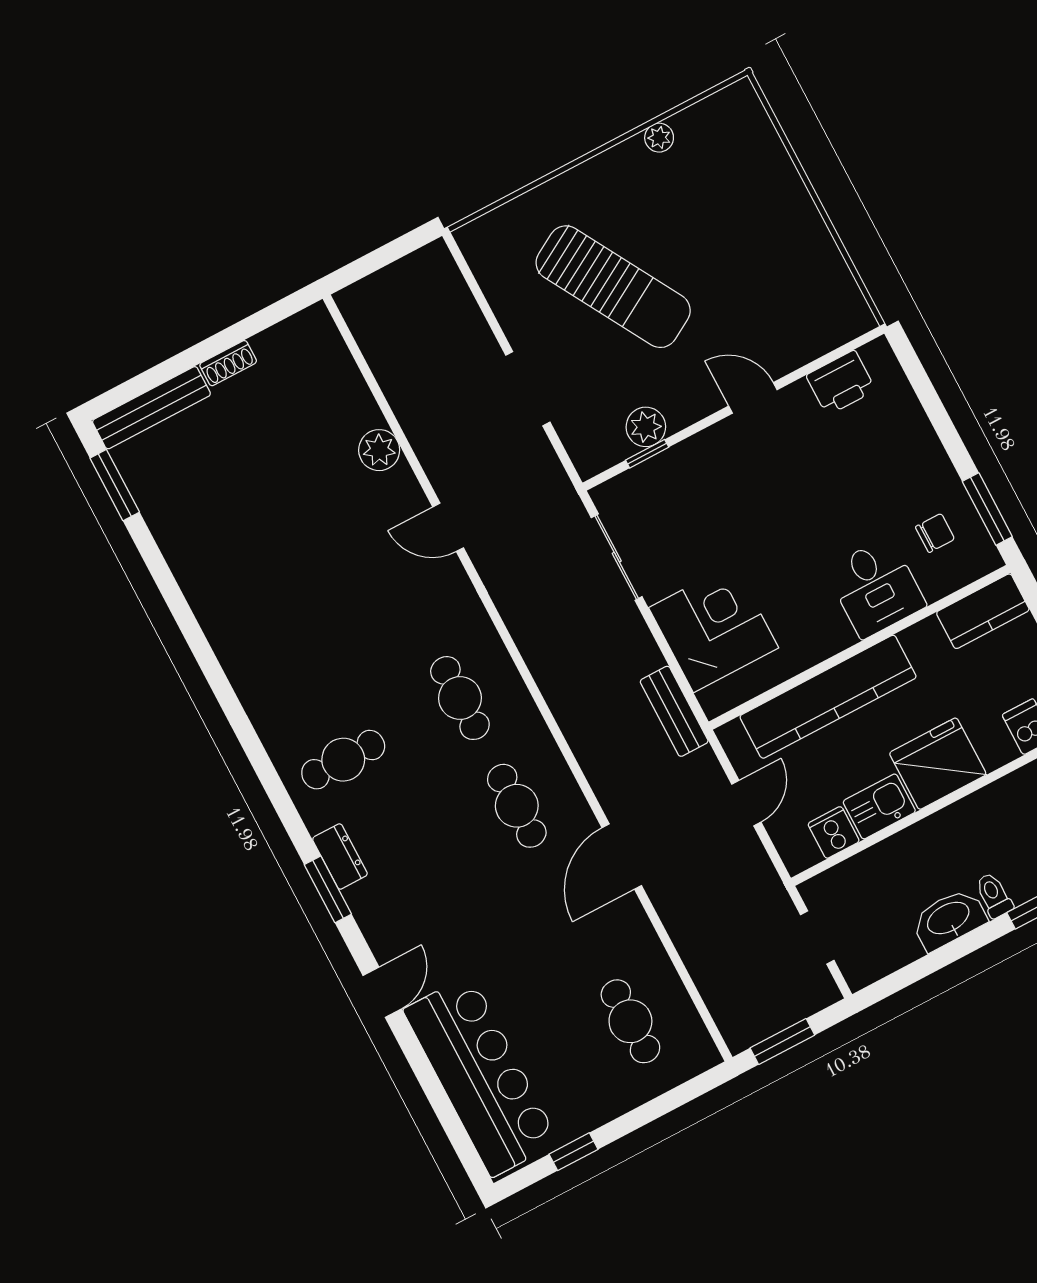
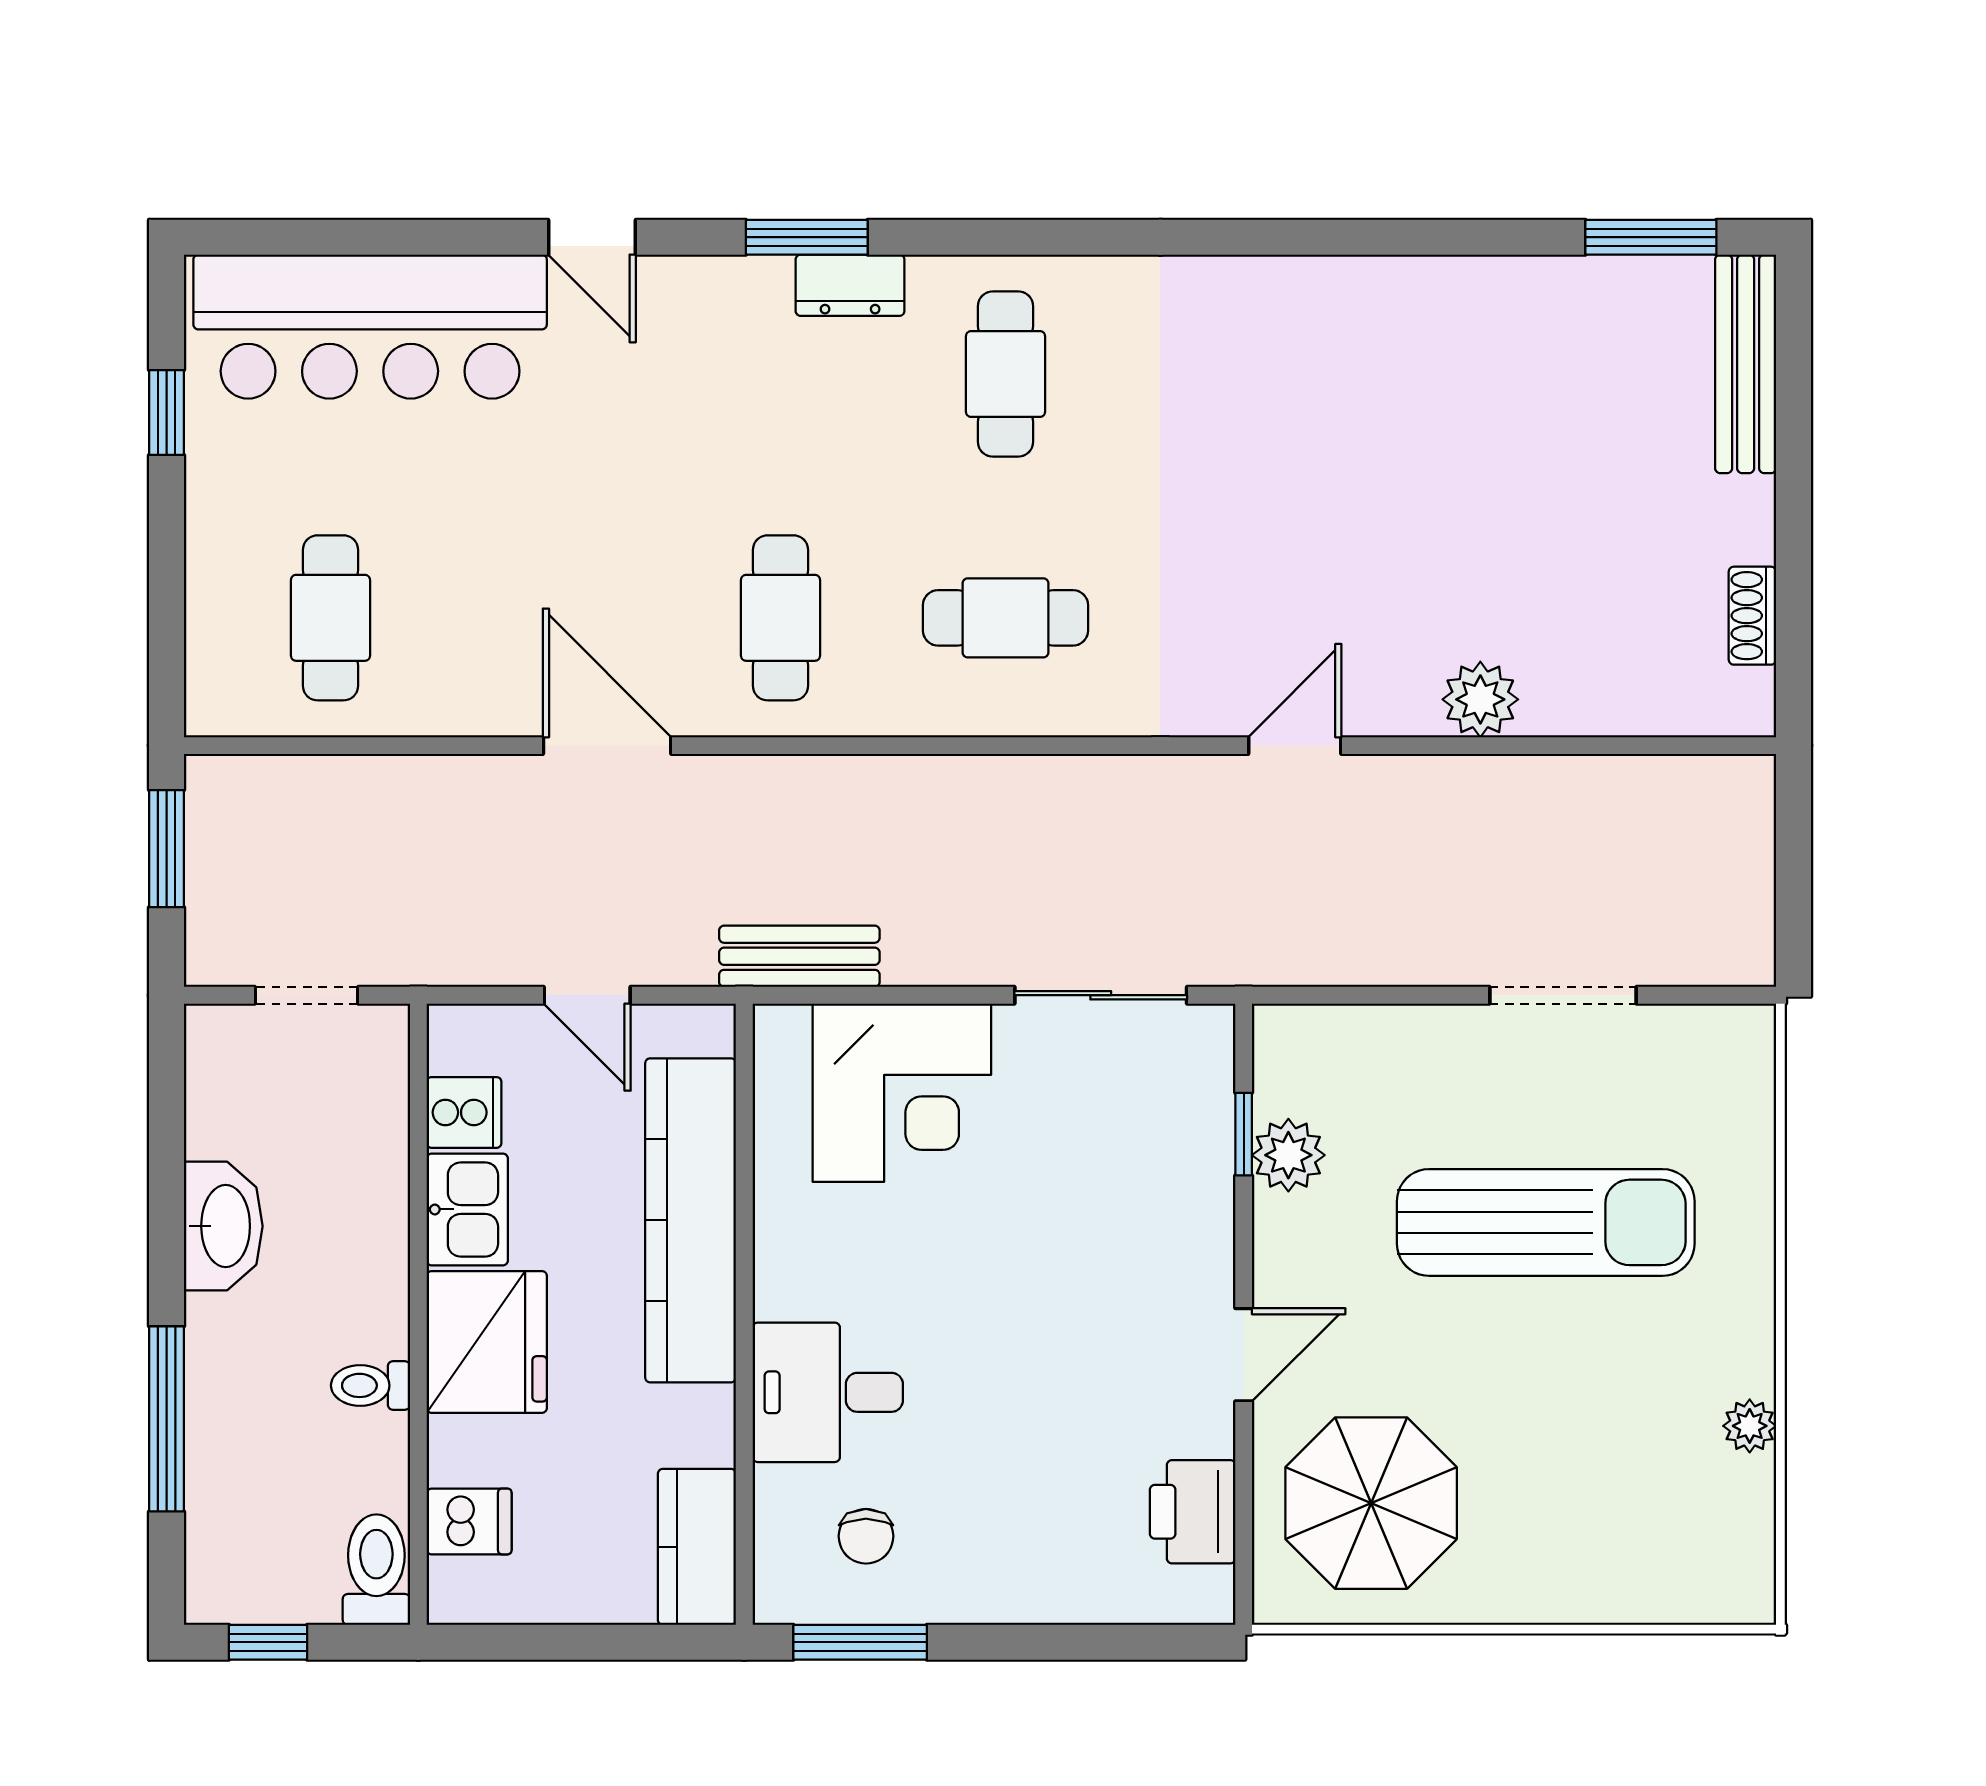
sun lounger: (613, 287) -> (1546, 1222), turned -150
parasol: (792, 299) -> (1371, 1503), added
shoe rack: (228, 363) -> (1752, 616), moved
doorway: (528, 389) -> (1563, 995), moved
cafe table: (517, 806) -> (781, 618), turned 90
toilet: (994, 895) -> (370, 1385), moved, turned 180
cafe table: (630, 1021) -> (330, 618), turned 90

